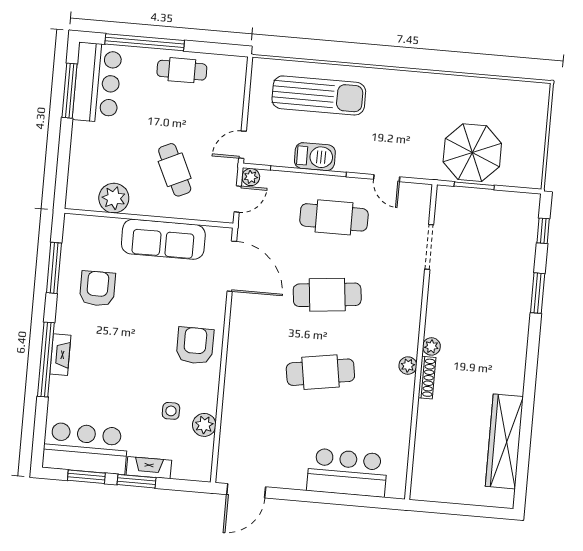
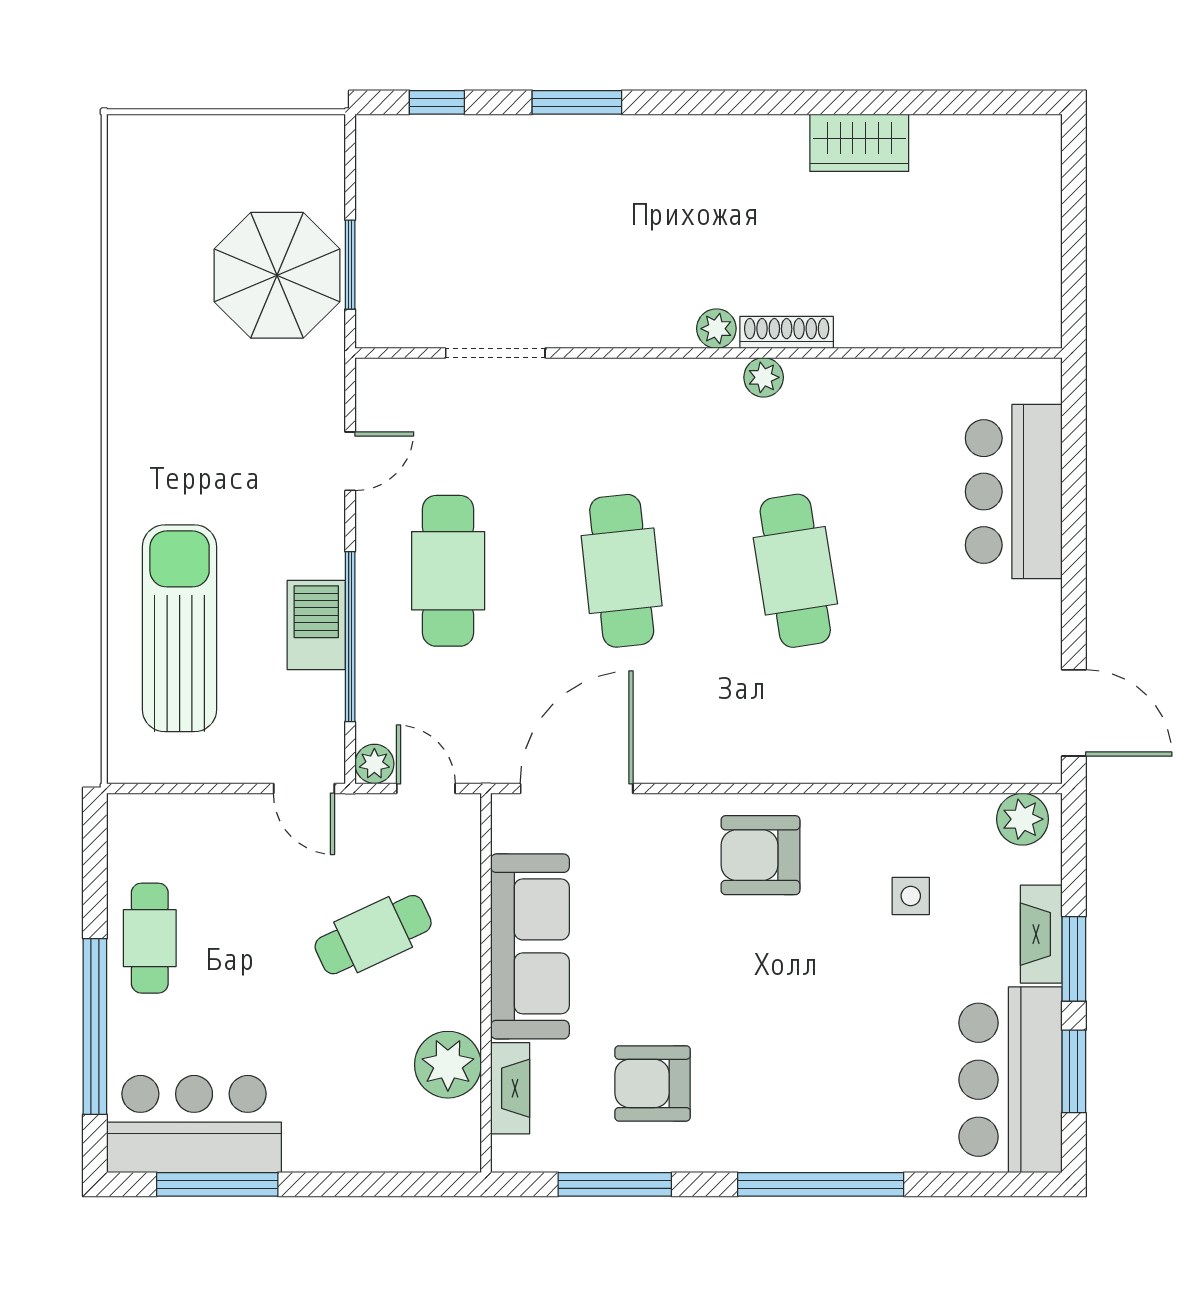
fireplace: (60, 355) -> (510, 1088), moved, turned 90
plant: (204, 425) -> (1022, 819), moved
wardrobe: (504, 441) -> (859, 143), width x0.48, depth x0.85

